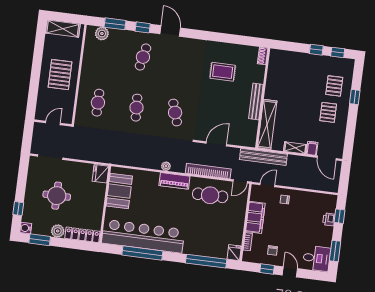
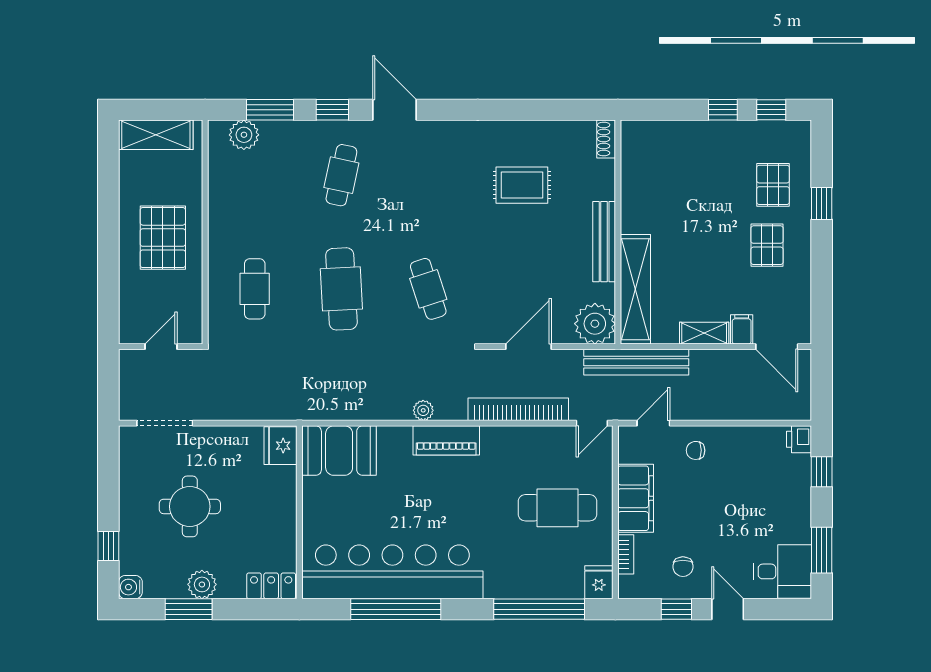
cafe table: (137, 108) -> (341, 289), width x1.37, depth x1.35
plant: (247, 137) -> (595, 324), added
booth: (119, 191) -> (339, 451), moved, turned 90
cafe table: (210, 195) -> (557, 508), moved
printer: (329, 219) -> (799, 439), moved
locker: (82, 235) -> (271, 586), width x0.66
window: (40, 240) -> (189, 609), moved

